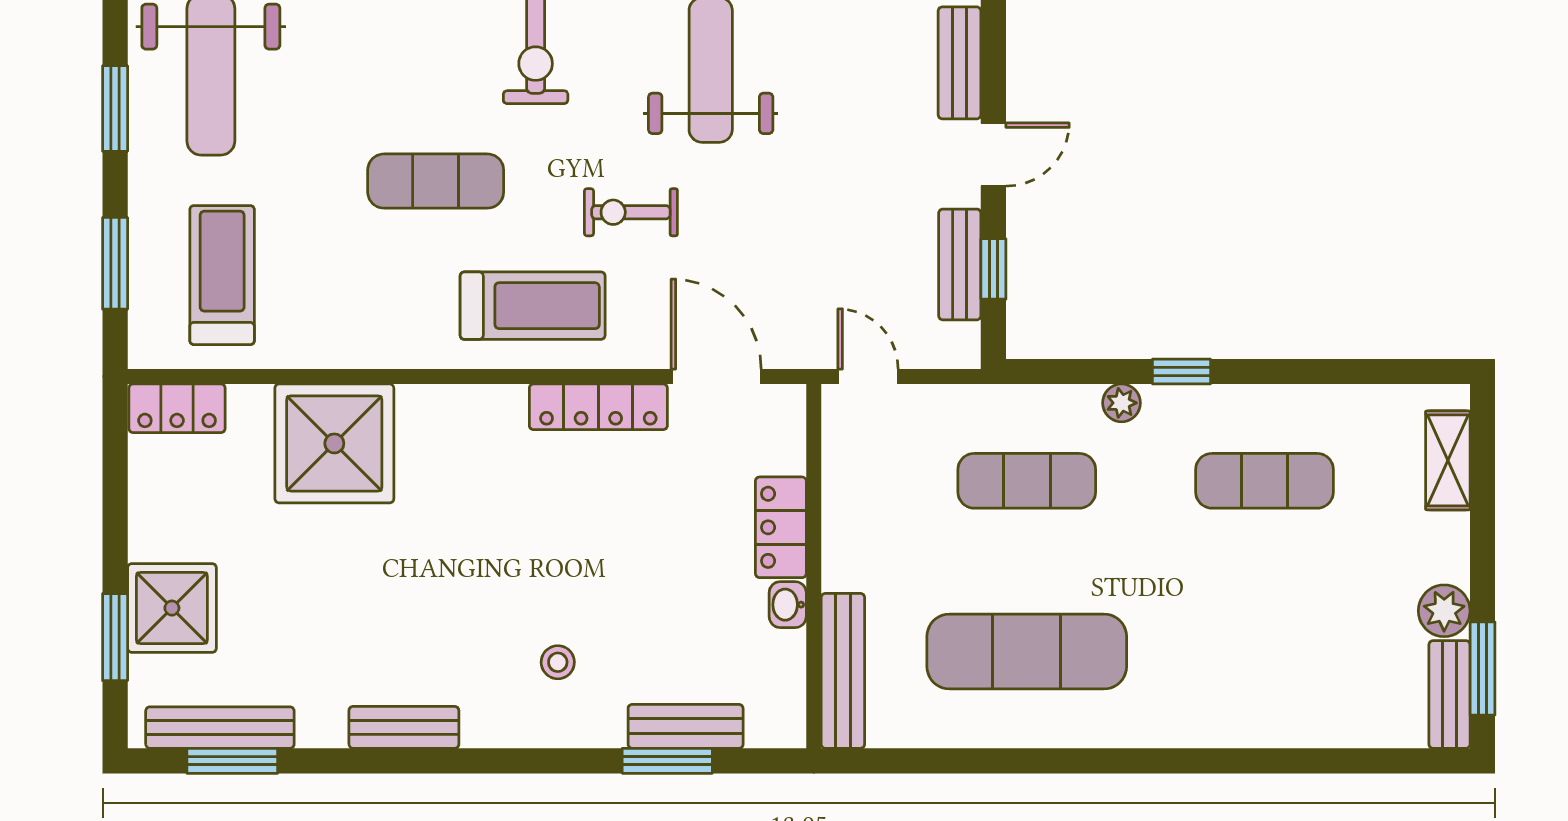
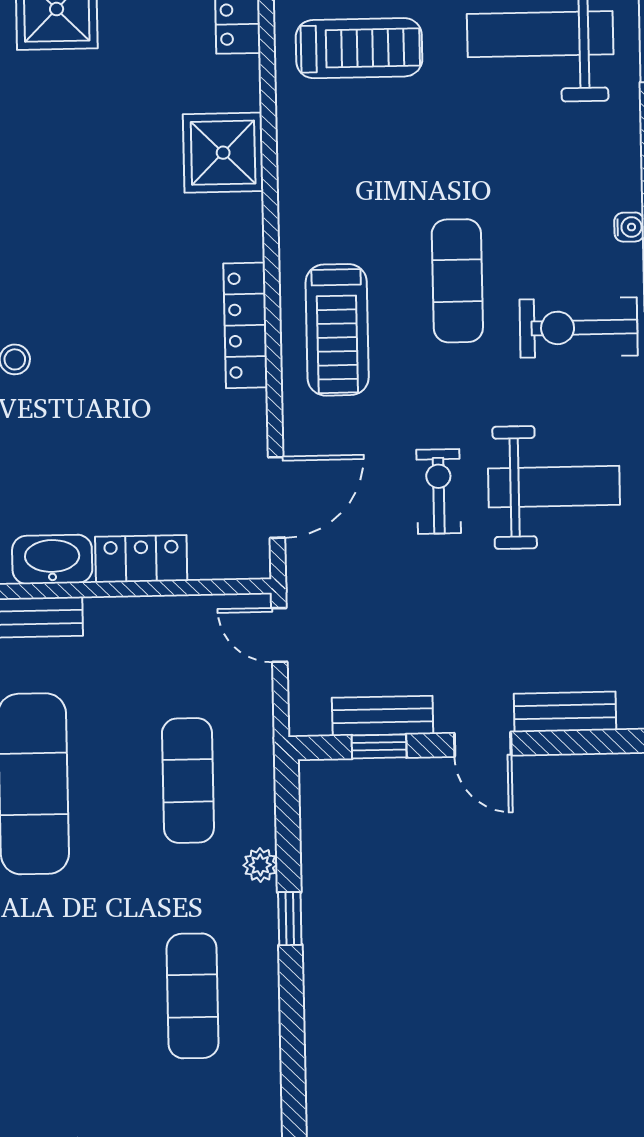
exercise mat: (436, 181) -> (457, 281), moved
exercise bike: (631, 212) -> (439, 491), moved
door: (868, 376) -> (279, 635), swing flipped
locker: (598, 407) -> (245, 325), moved
shower: (334, 443) -> (223, 153), width x0.73, depth x0.73
washbasin: (788, 605) -> (52, 559), width x1.91, depth x1.45

